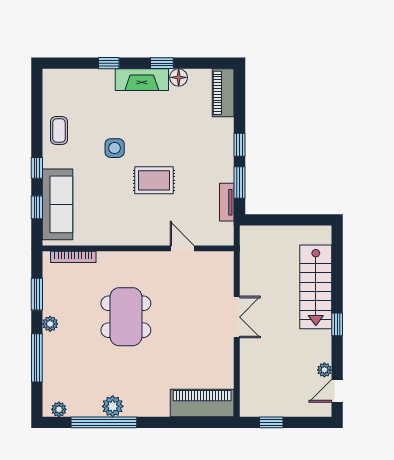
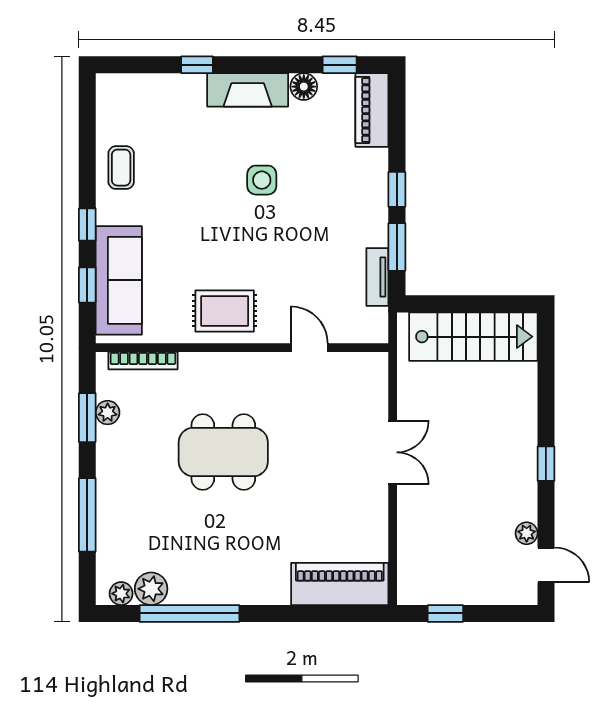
window: (162, 63) -> (340, 65), moved
side table: (115, 148) -> (262, 180), moved
rug: (154, 180) -> (225, 311), moved
stairs: (316, 287) -> (473, 337), moved, turned -90
dining table: (126, 317) -> (223, 452), turned 90
plant: (50, 324) -> (108, 413), moved
door: (337, 391) -> (546, 565), swing flipped
plant: (113, 406) -> (151, 589), moved

